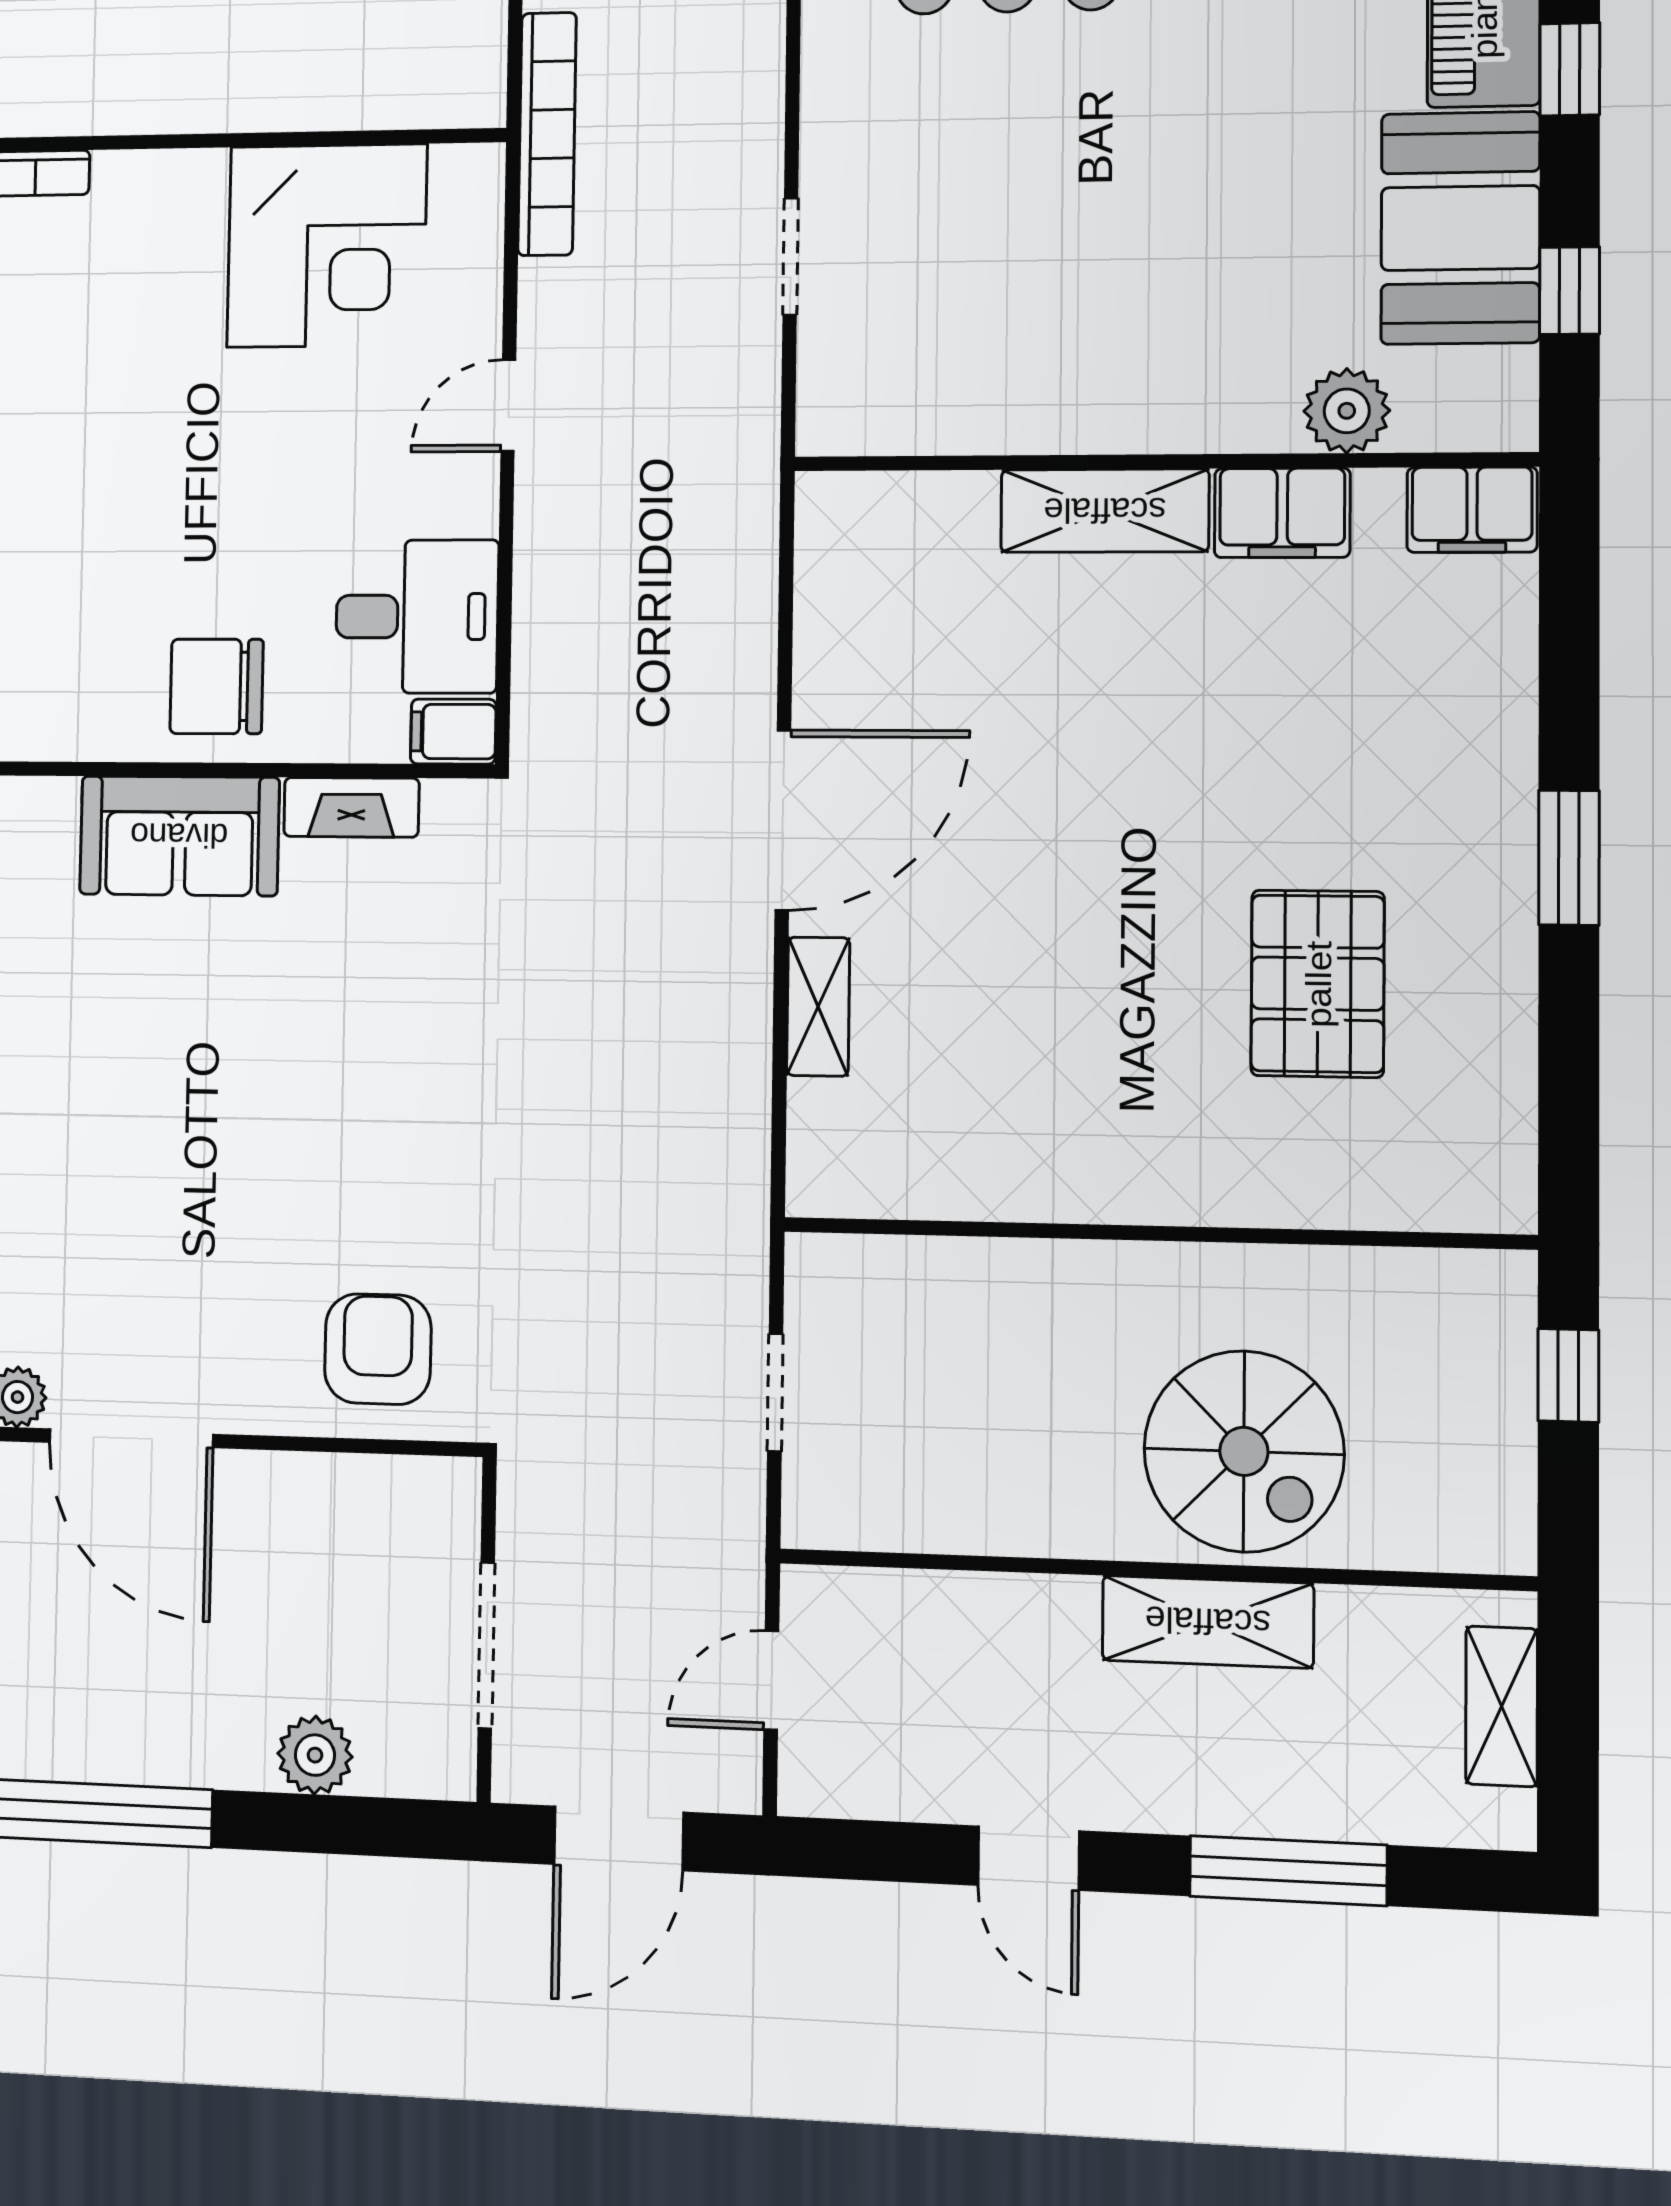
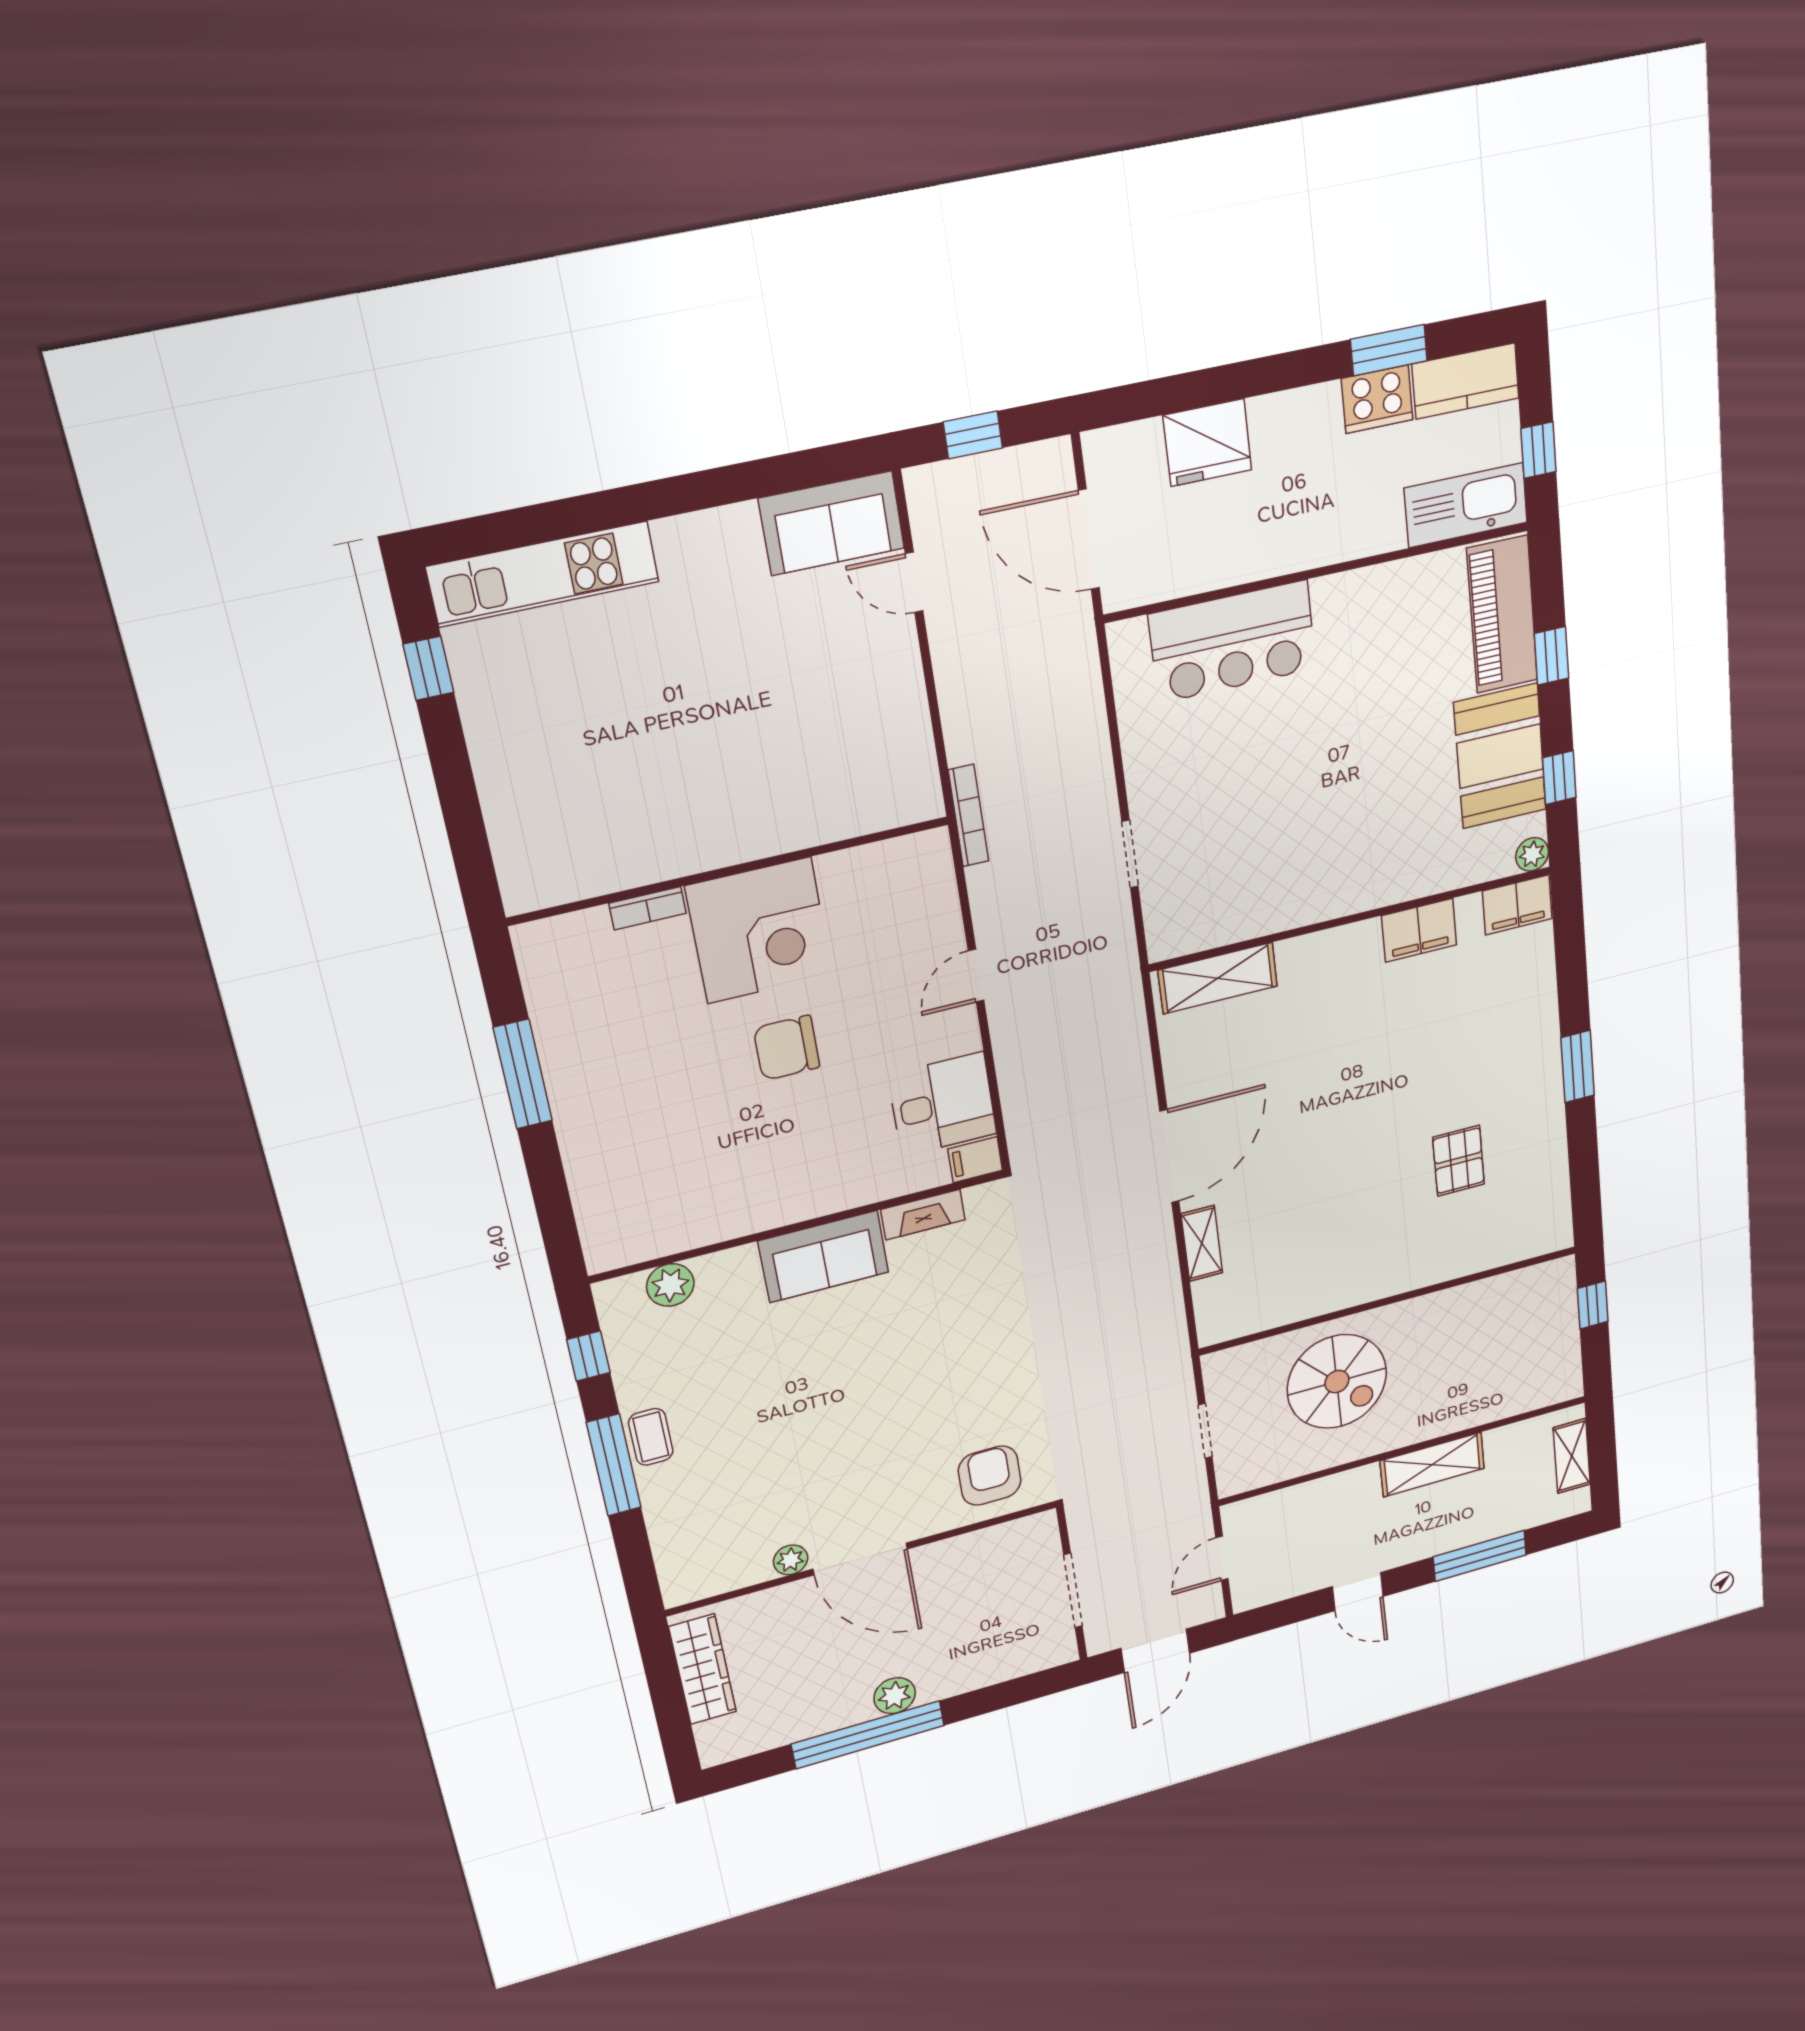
bookcase: (547, 134) -> (968, 816), width x0.68, depth x0.76
corner desk: (327, 246) -> (759, 931), moved
plant: (1347, 411) -> (1532, 854), moved, width x0.73, depth x0.73
shelving: (1105, 511) -> (1218, 978), moved
chair: (217, 686) -> (787, 1048), moved
pallet: (1318, 984) -> (1458, 1161), width x0.67, depth x0.71
spiral stairs: (1244, 1451) -> (1337, 1382), moved
plant: (315, 1755) -> (895, 1696), moved

